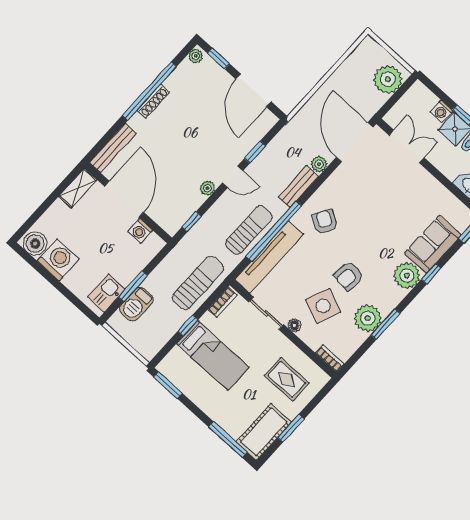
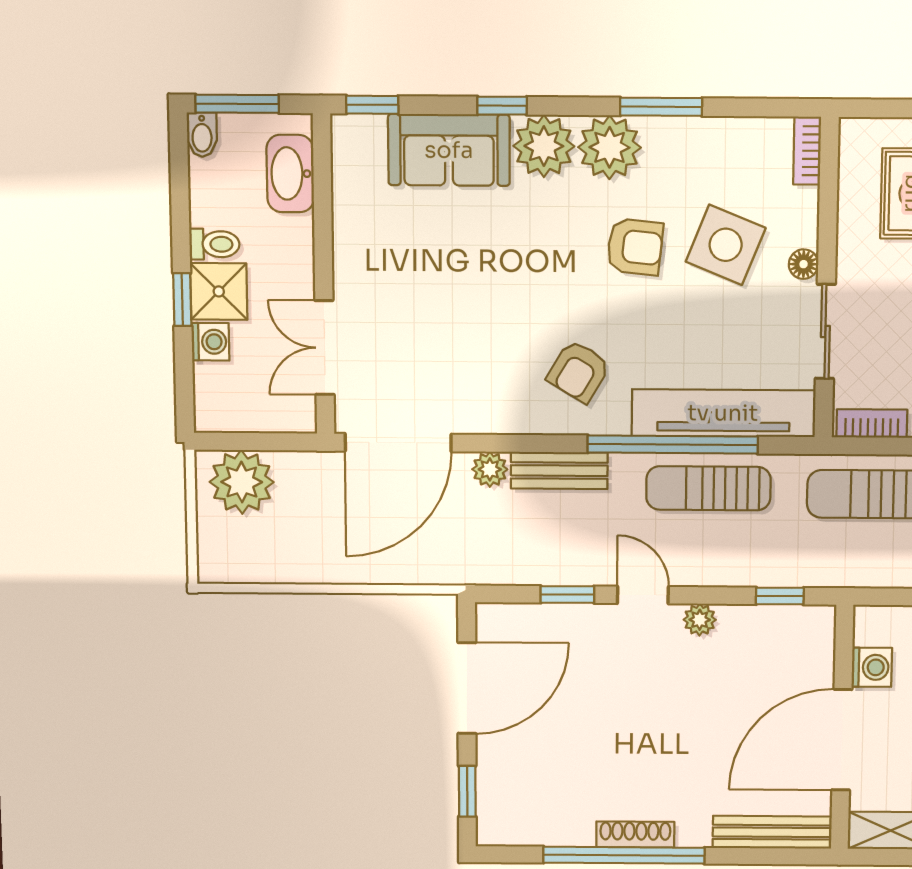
plant: (196, 56) -> (497, 831), removed
plant: (368, 318) -> (610, 147), moved

